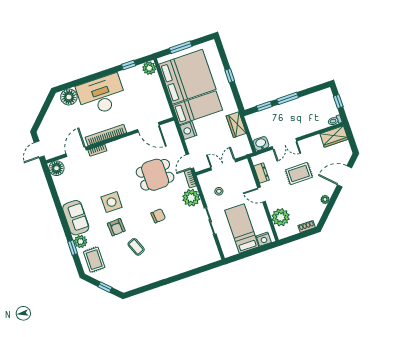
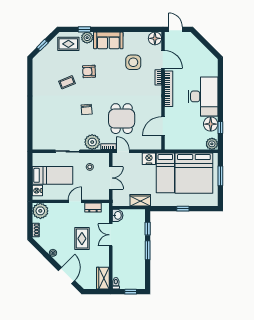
floor lamp: (69, 97) -> (211, 124), moved
side table: (112, 202) -> (133, 62), moved
plant: (281, 217) -> (40, 211), moved

